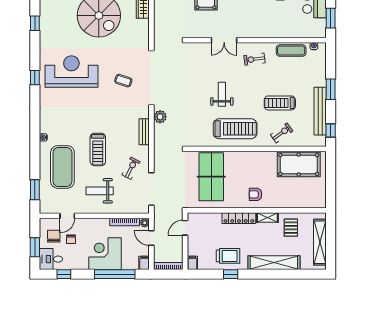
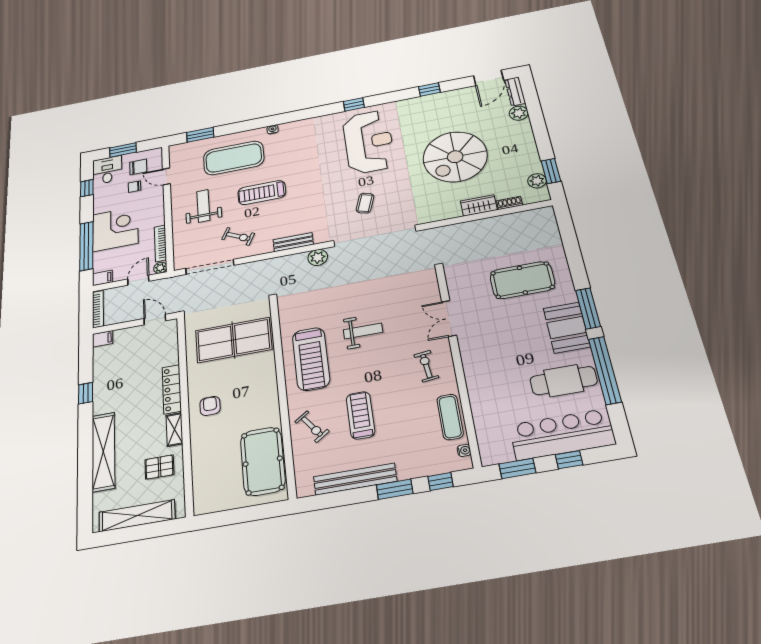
window: (331, 130) -> (441, 481), moved
trolley: (228, 256) -> (113, 385), removed

